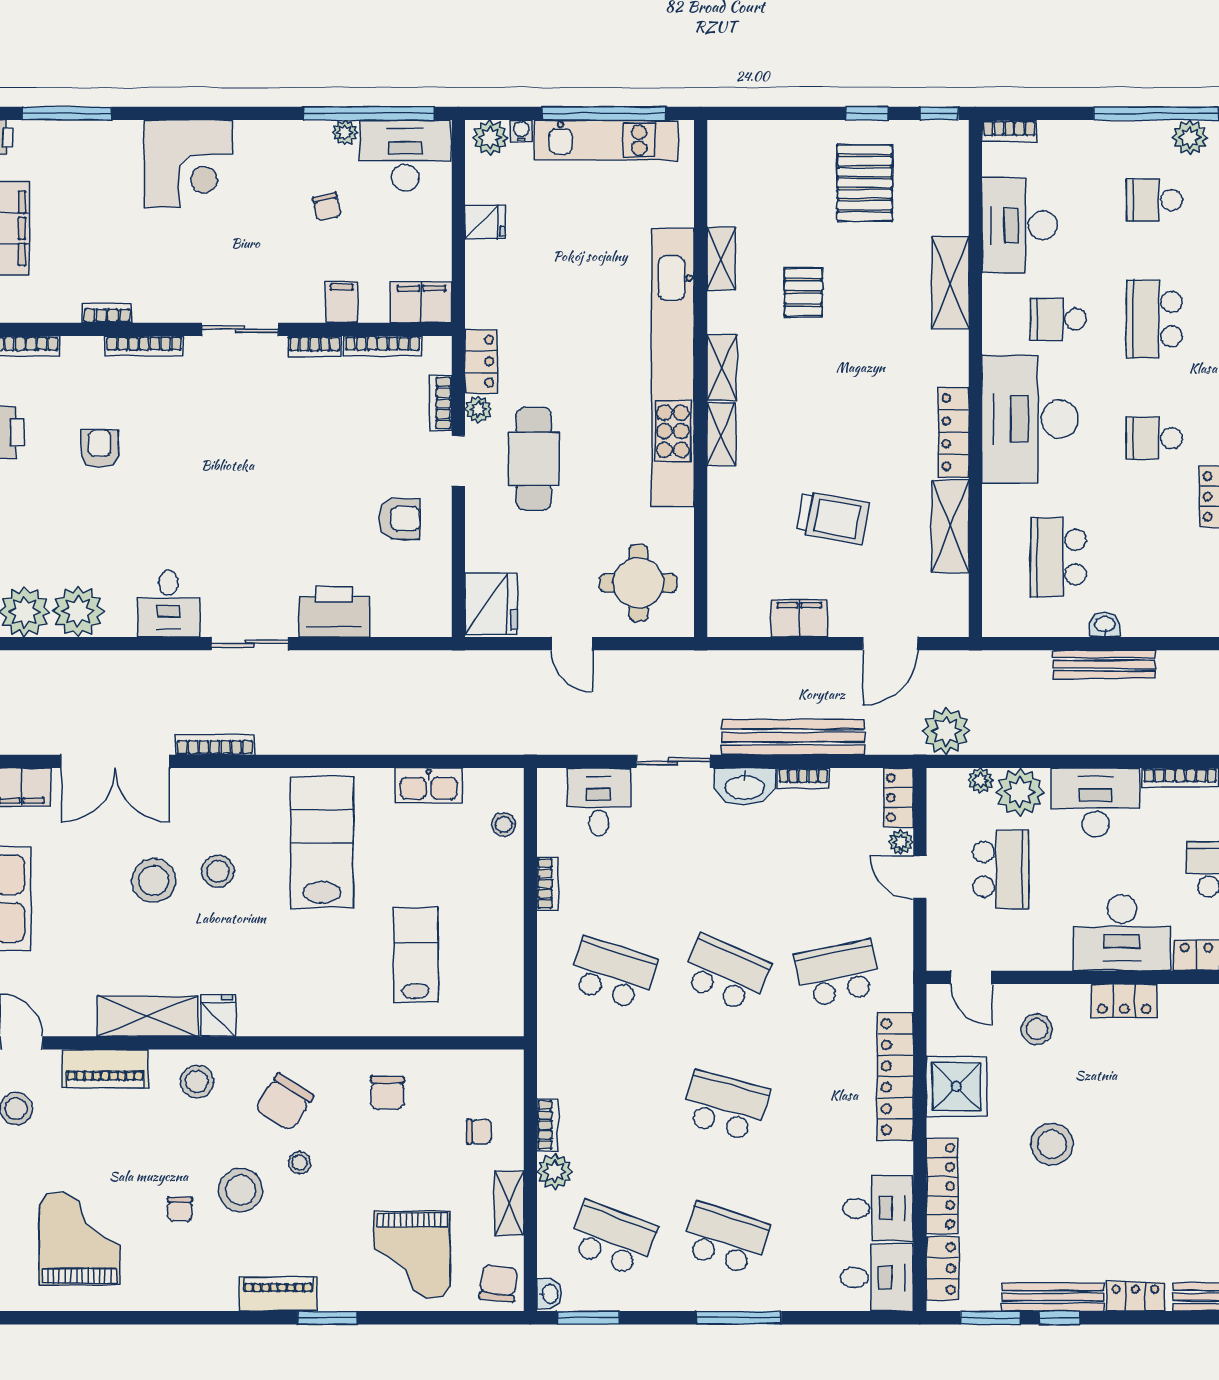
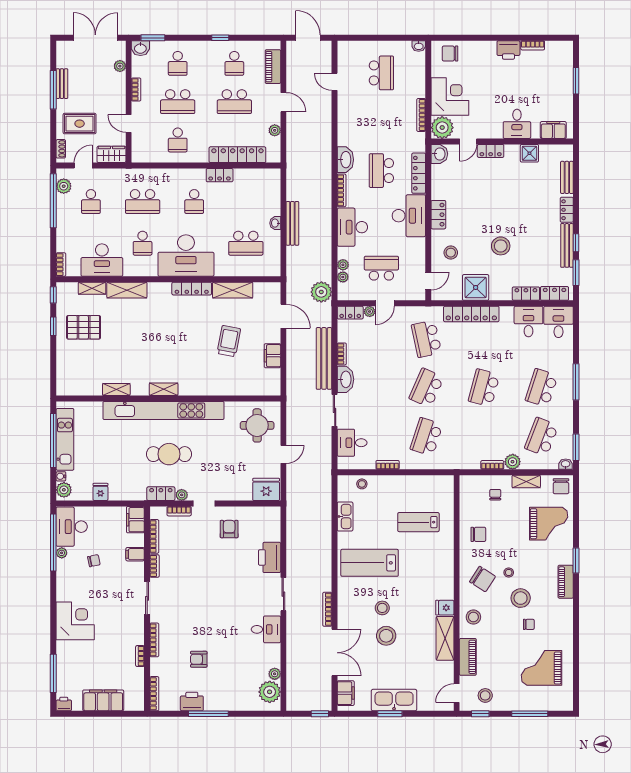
pallet: (803, 292) -> (131, 354), removed
shelving: (721, 434) -> (92, 288), moved
cafe table: (534, 459) -> (169, 454), moved
plant: (78, 611) -> (275, 674), width x0.53, depth x0.53
plant: (1020, 792) -> (343, 265), width x0.53, depth x0.53
locker: (942, 1186) -> (526, 294), width x0.66
chair: (498, 1283) -> (561, 486), turned -97

